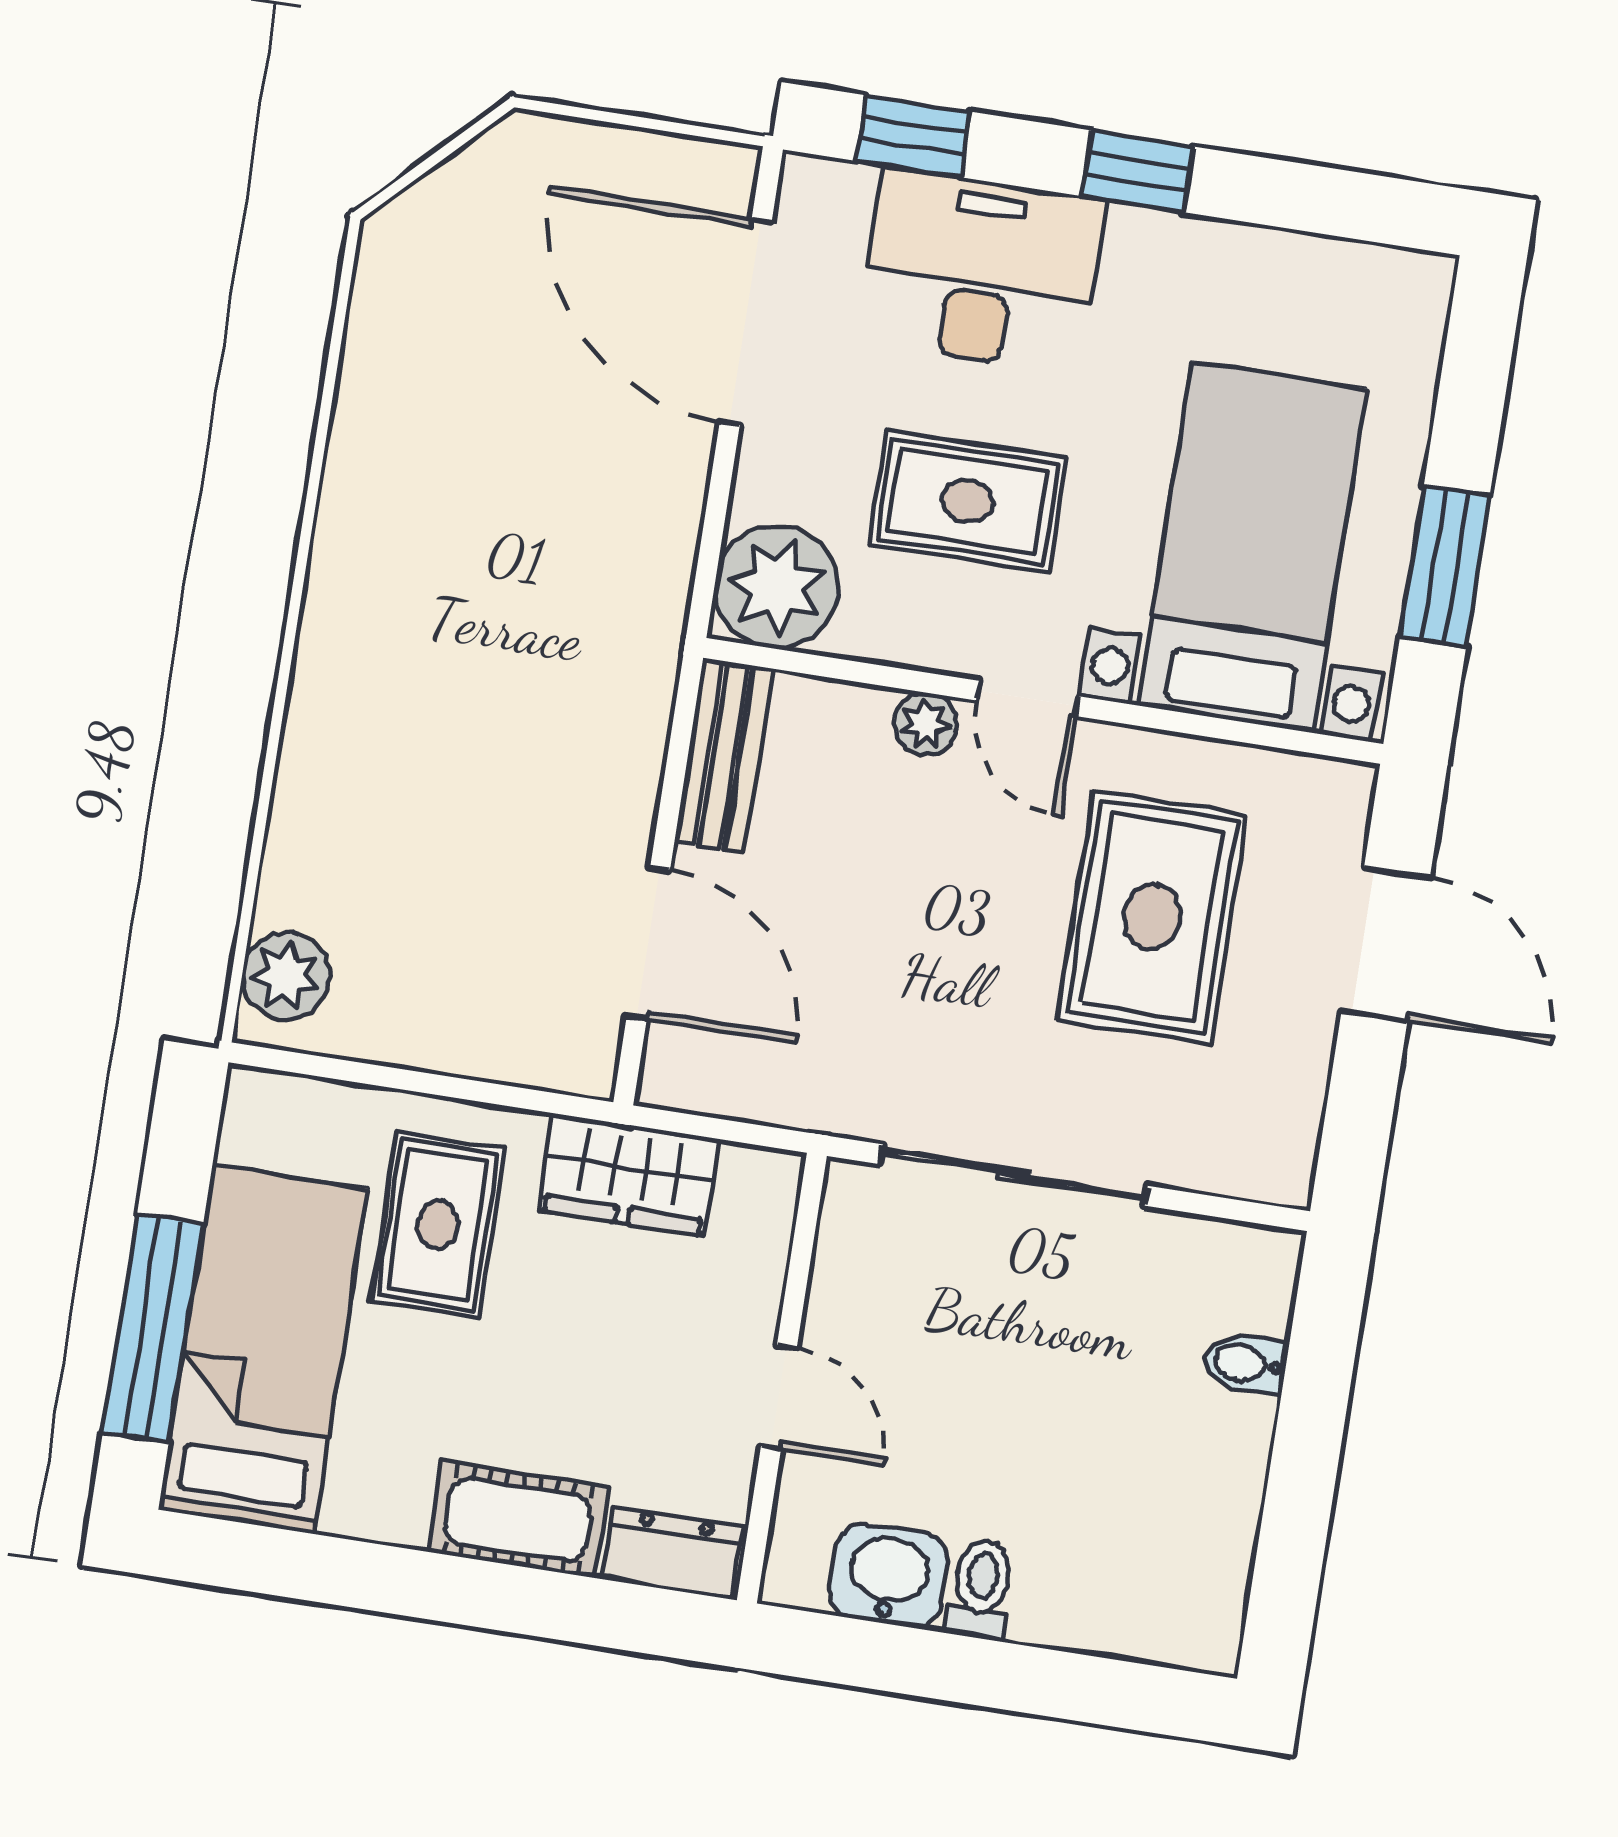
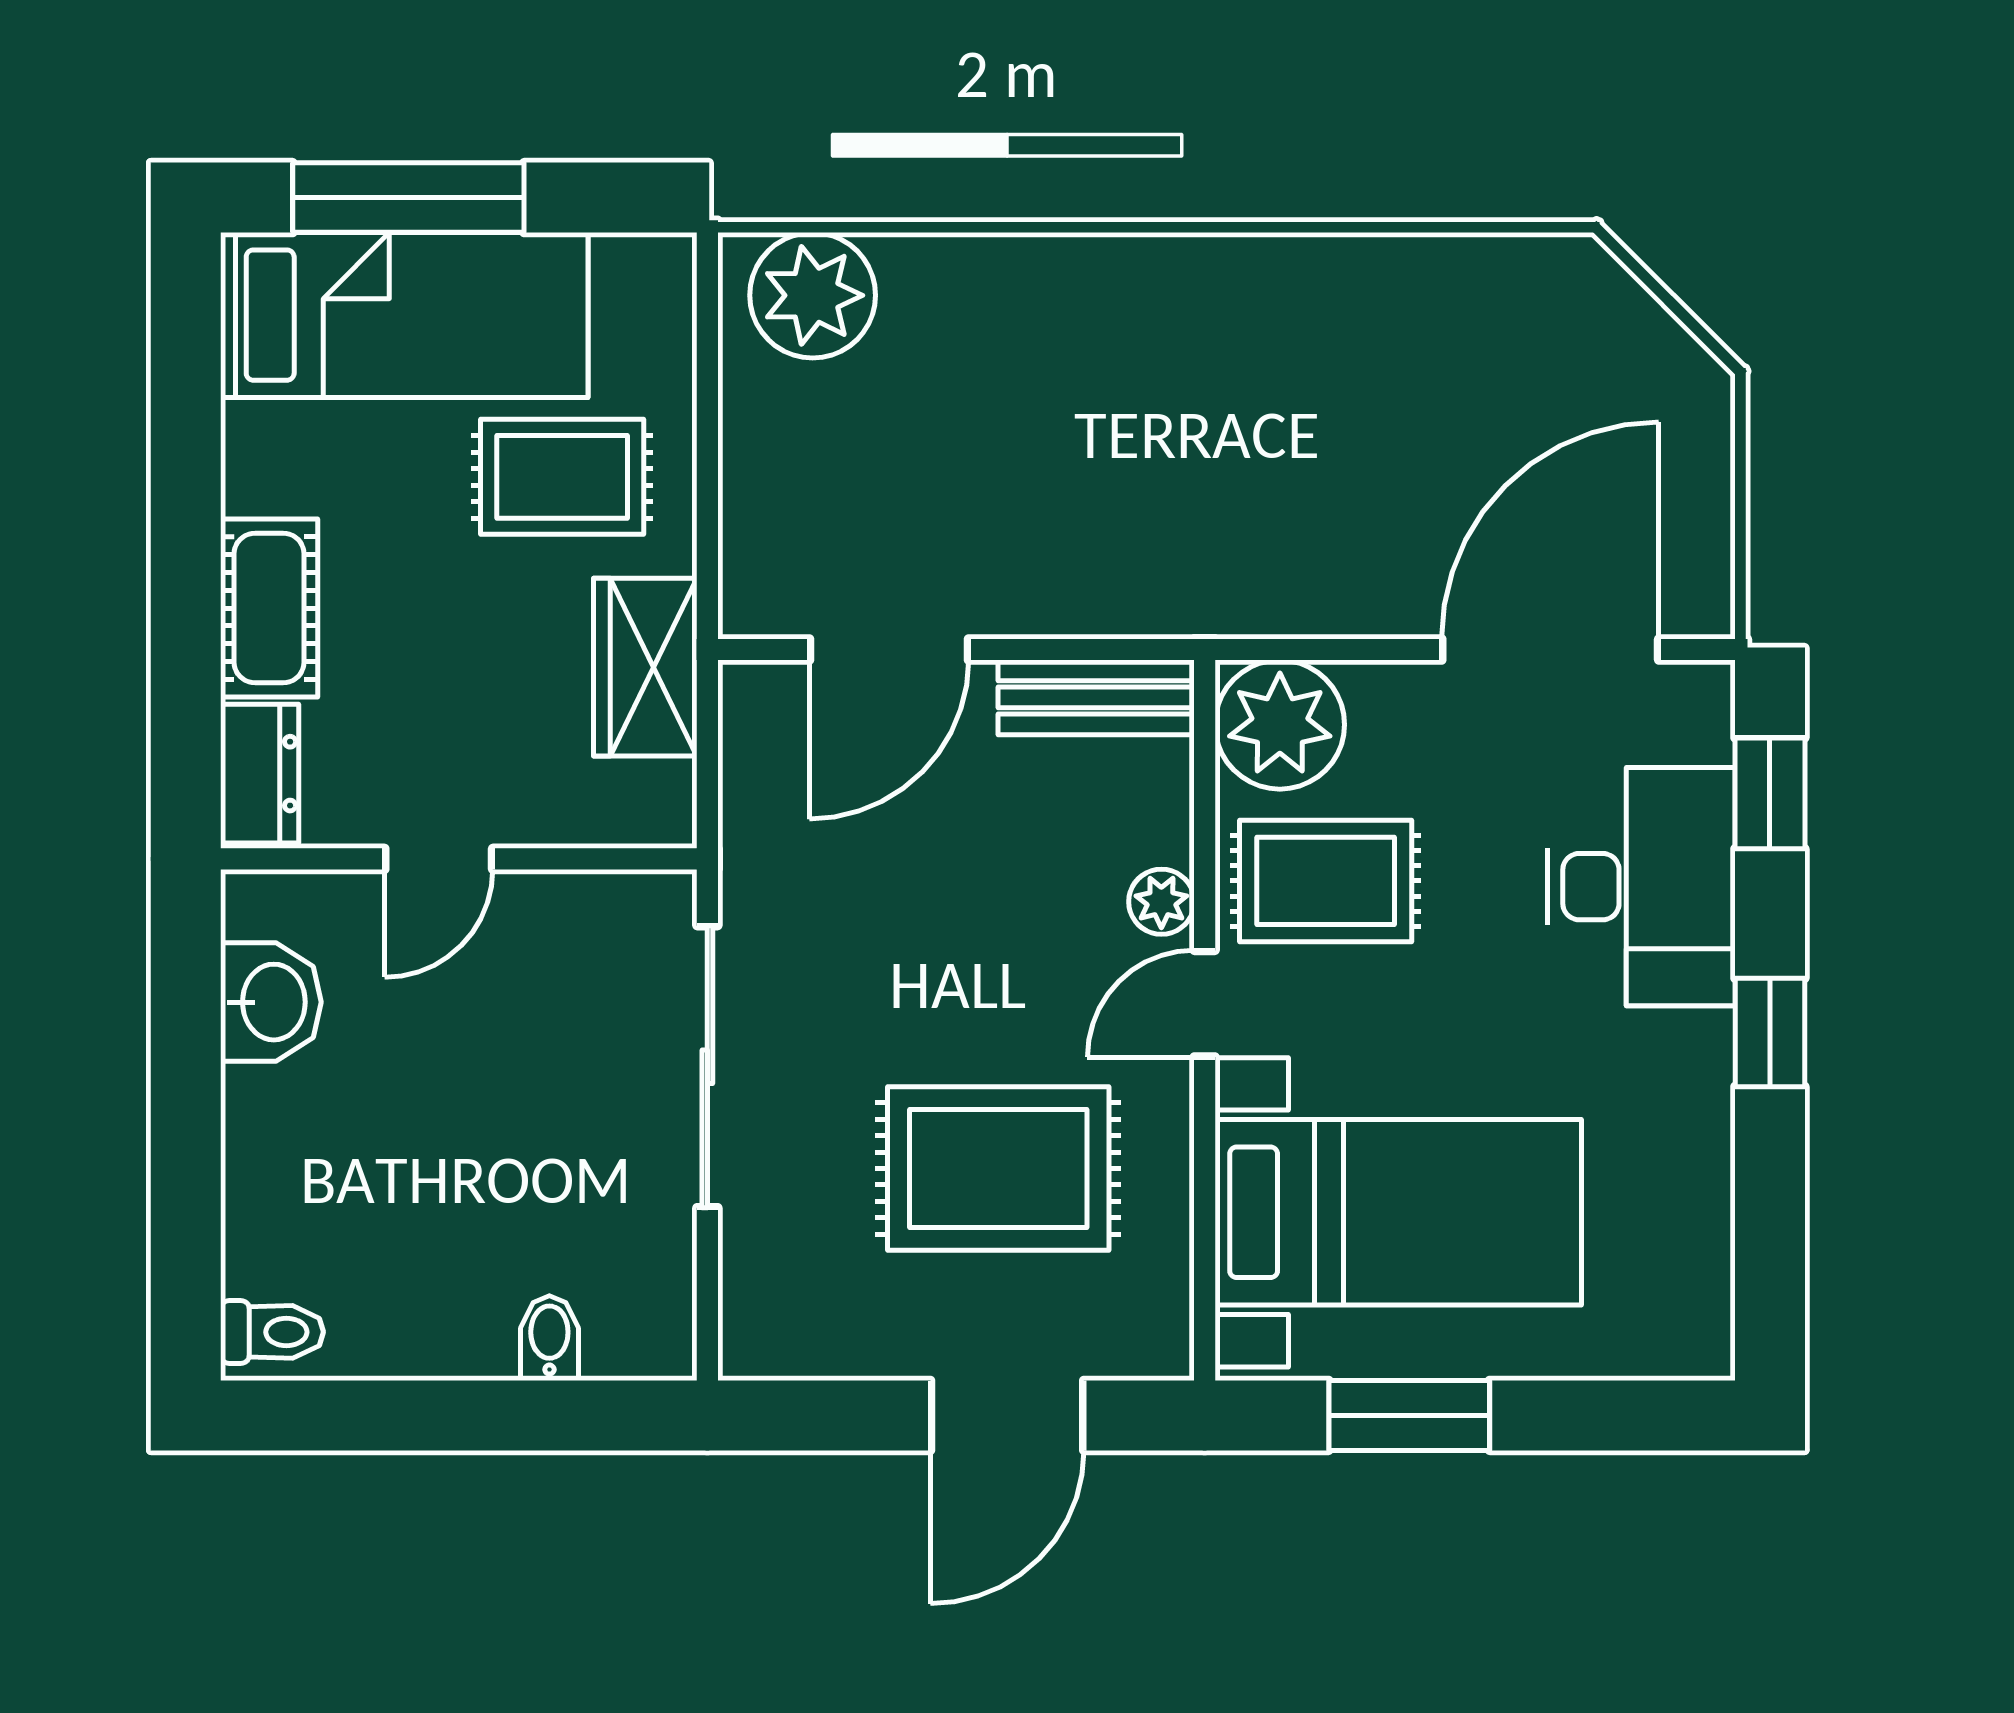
rug: (968, 501) -> (1326, 881), moved, turned 90
plant: (286, 976) -> (813, 295), width x1.36, depth x1.36
toilet: (981, 1589) -> (272, 1332), moved

